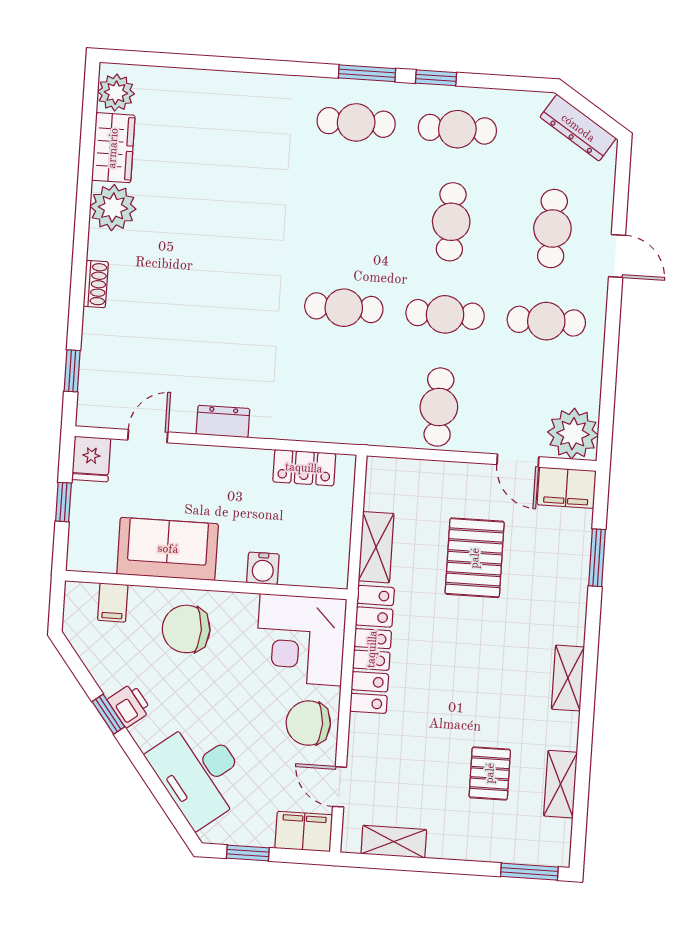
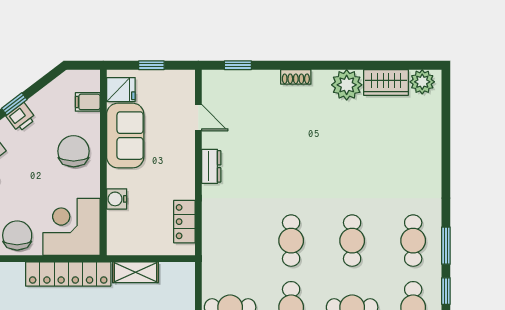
cafe table: (350, 215) -> (352, 241), added
fridge: (91, 459) -> (121, 90), moved, turned 180

